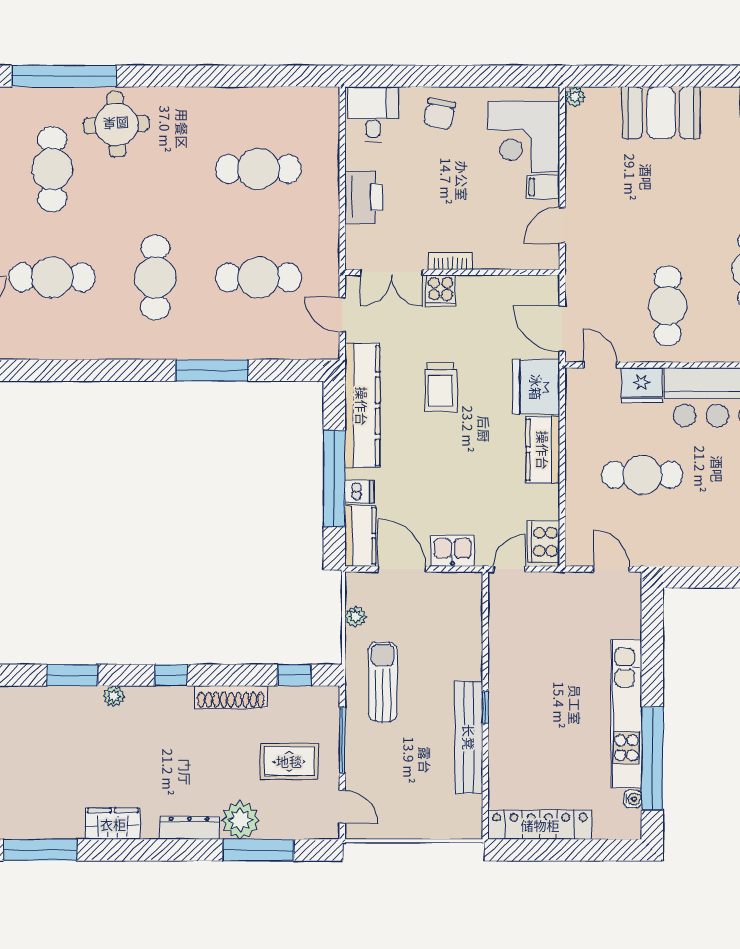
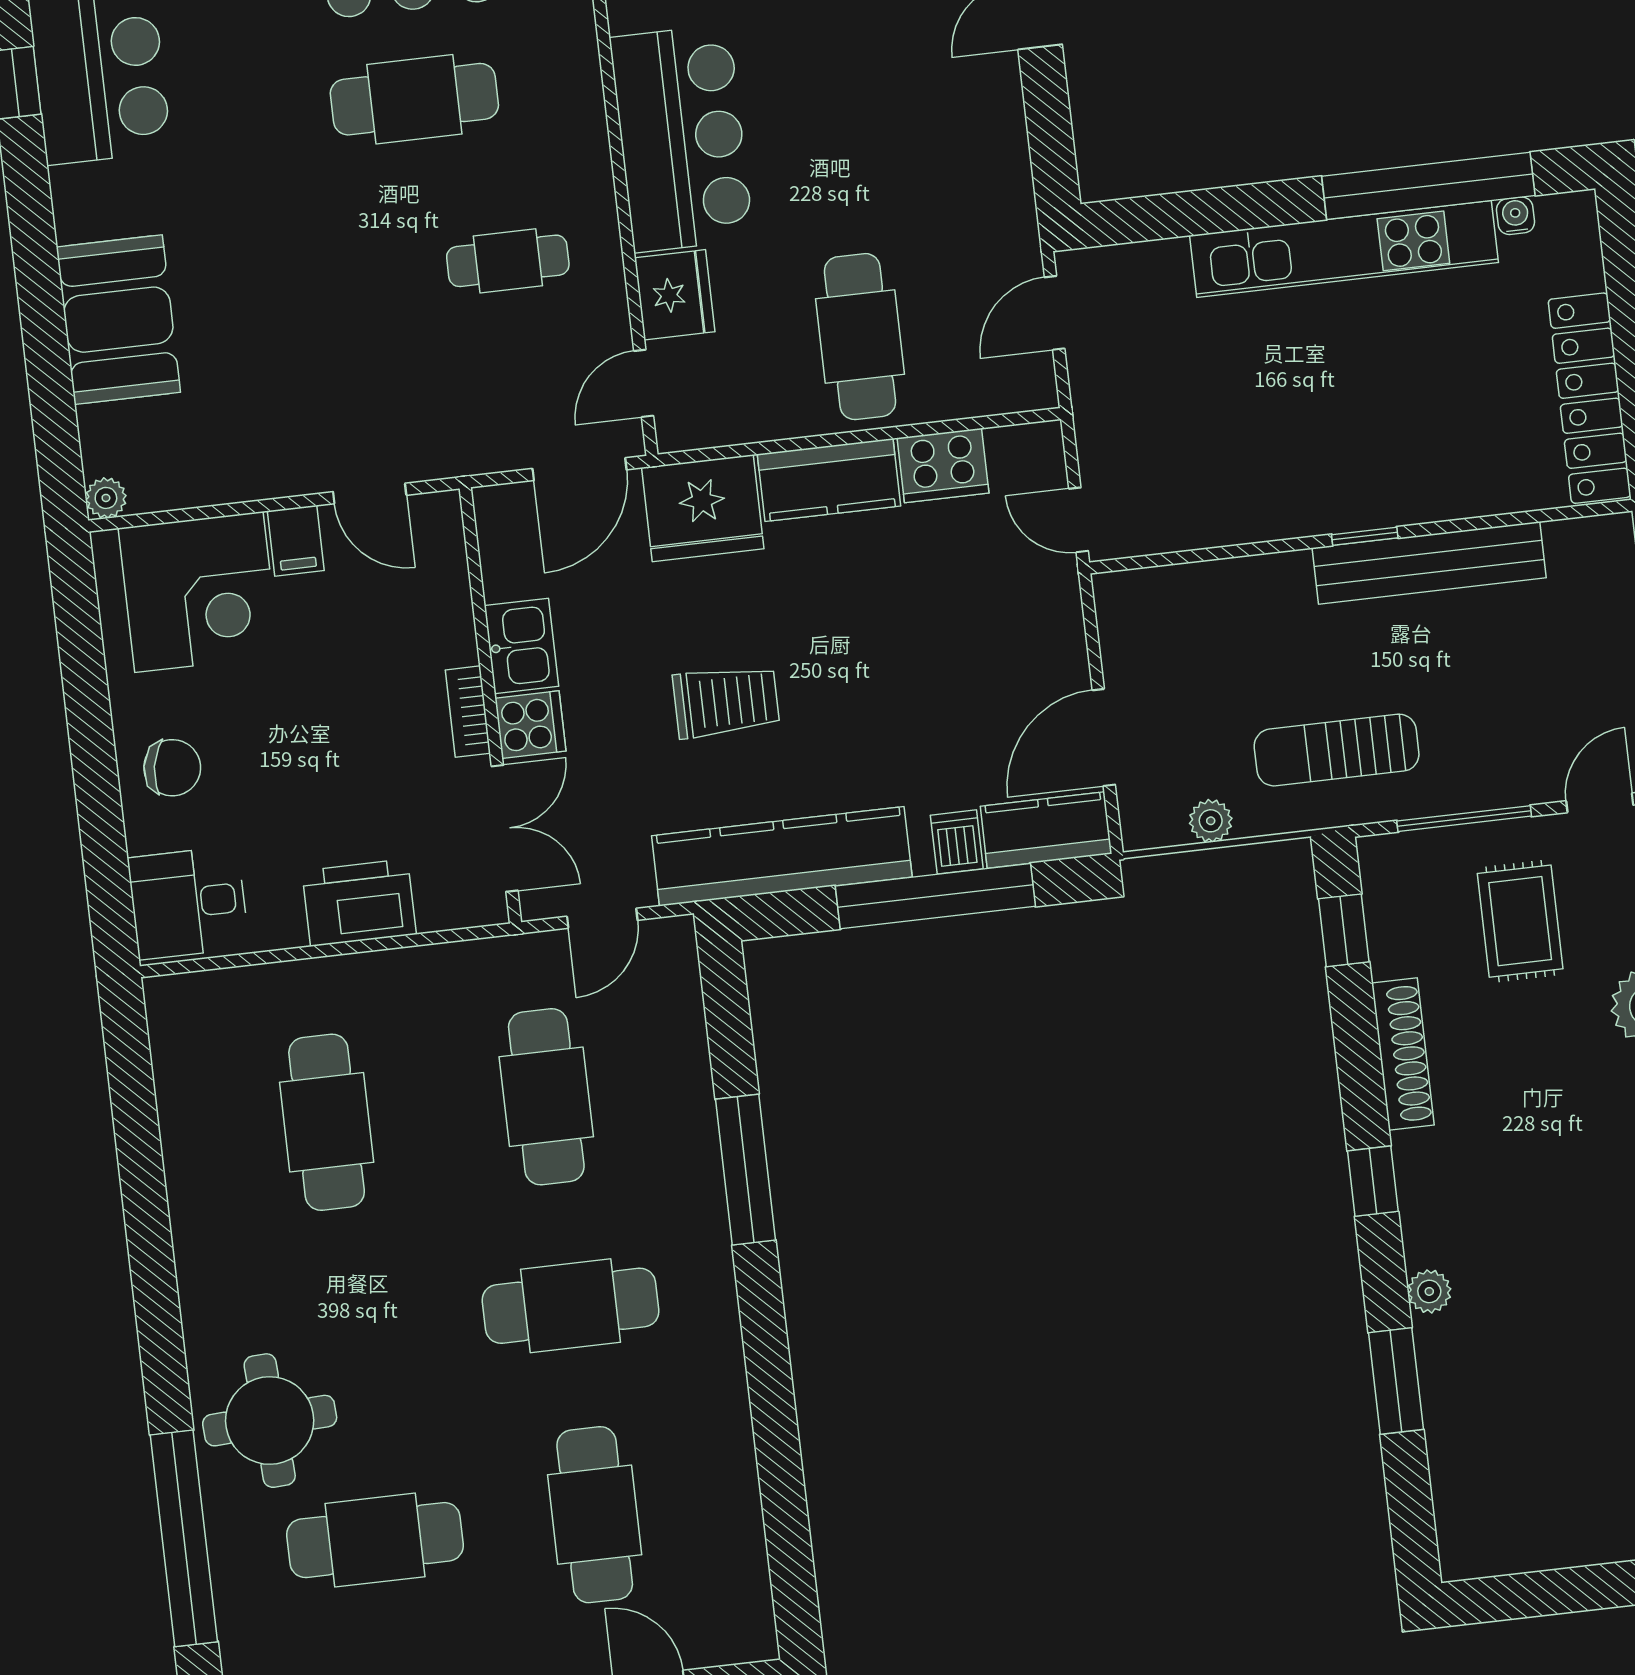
cafe table: (668, 306) -> (508, 261), width x0.73, depth x0.74
cafe table: (642, 475) -> (860, 337), moved
cooker: (543, 542) -> (943, 466), moved
kitchen sink: (452, 551) -> (521, 646), moved, turned 180

